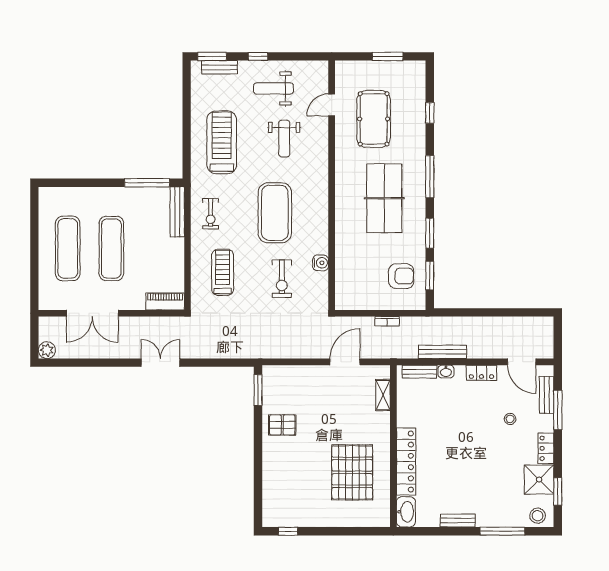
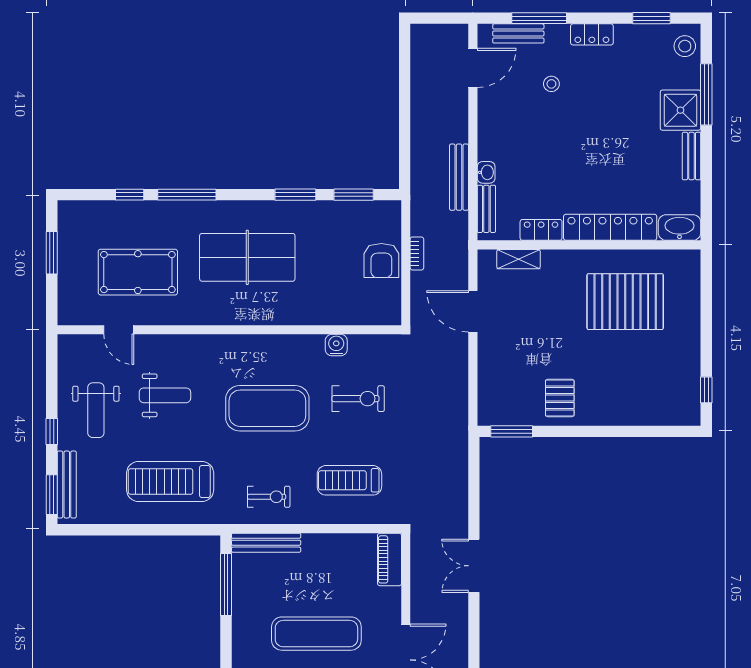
bench: (220, 67) -> (67, 484), width x1.36
window: (430, 177) -> (187, 195), moved
armchair: (401, 276) -> (381, 261), moved, turned 180
locker: (481, 373) -> (541, 230), moved, turned -90
shower: (539, 480) -> (680, 110), moved

